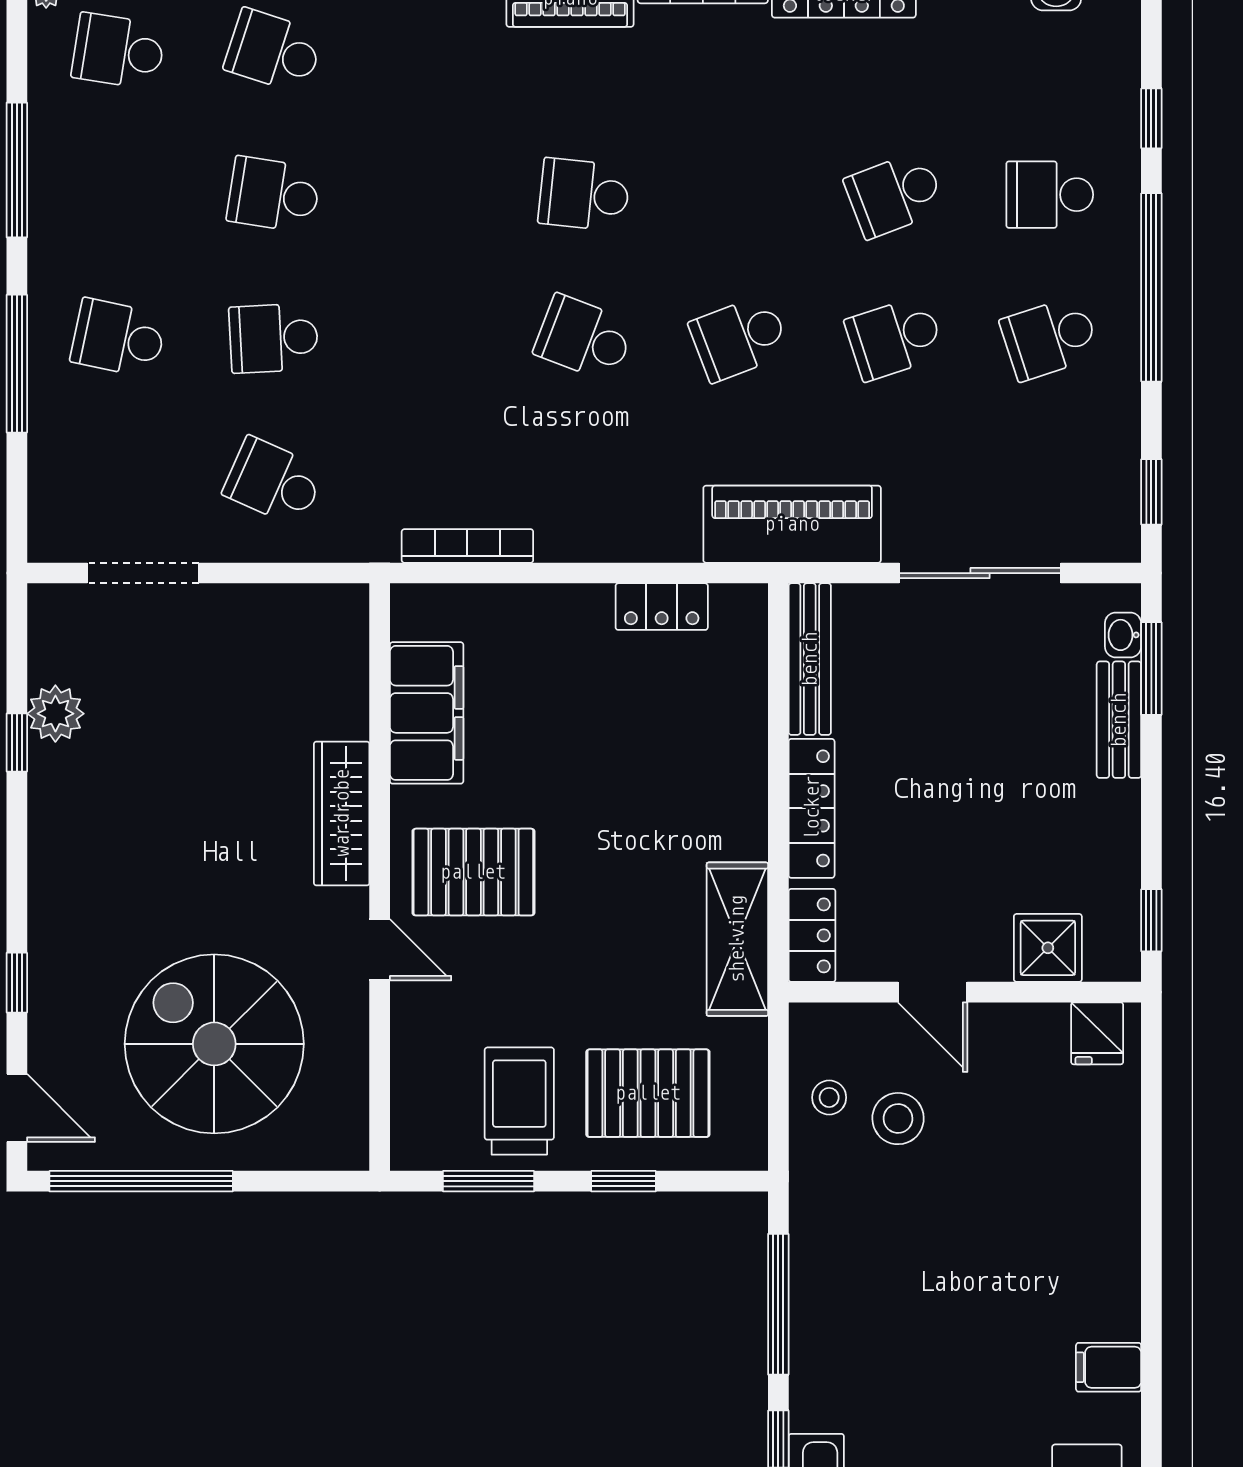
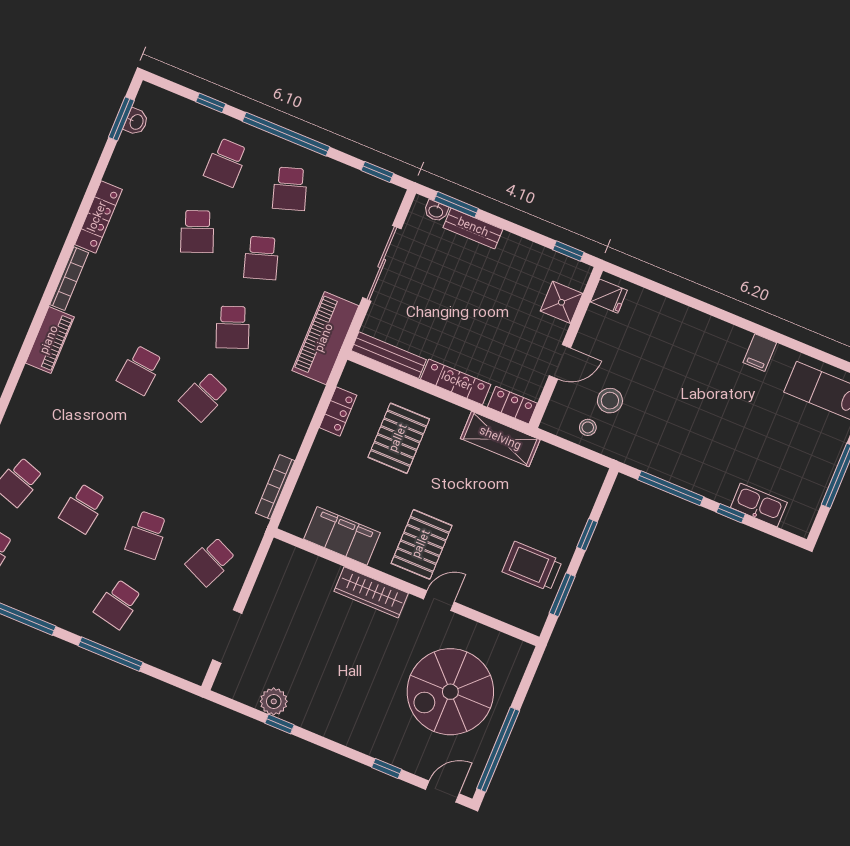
pallet: (648, 1093) -> (399, 438), moved

